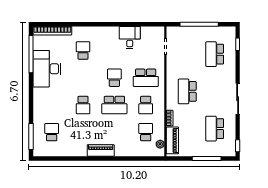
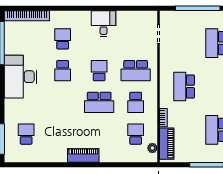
desk: (130, 37) -> (104, 24), moved
desk: (47, 69) -> (21, 77), moved
school desk: (83, 105) -> (63, 71), moved

